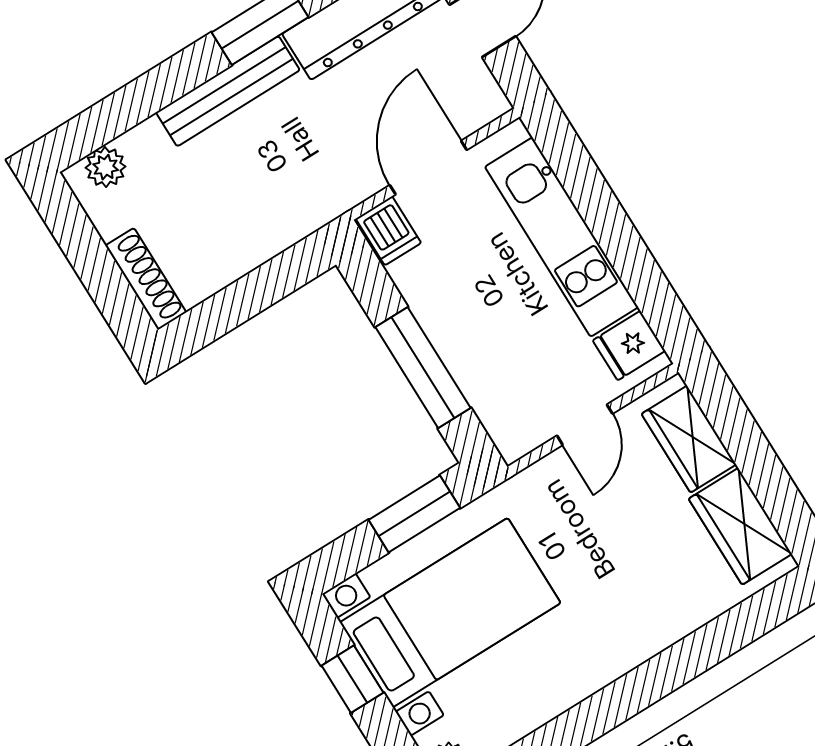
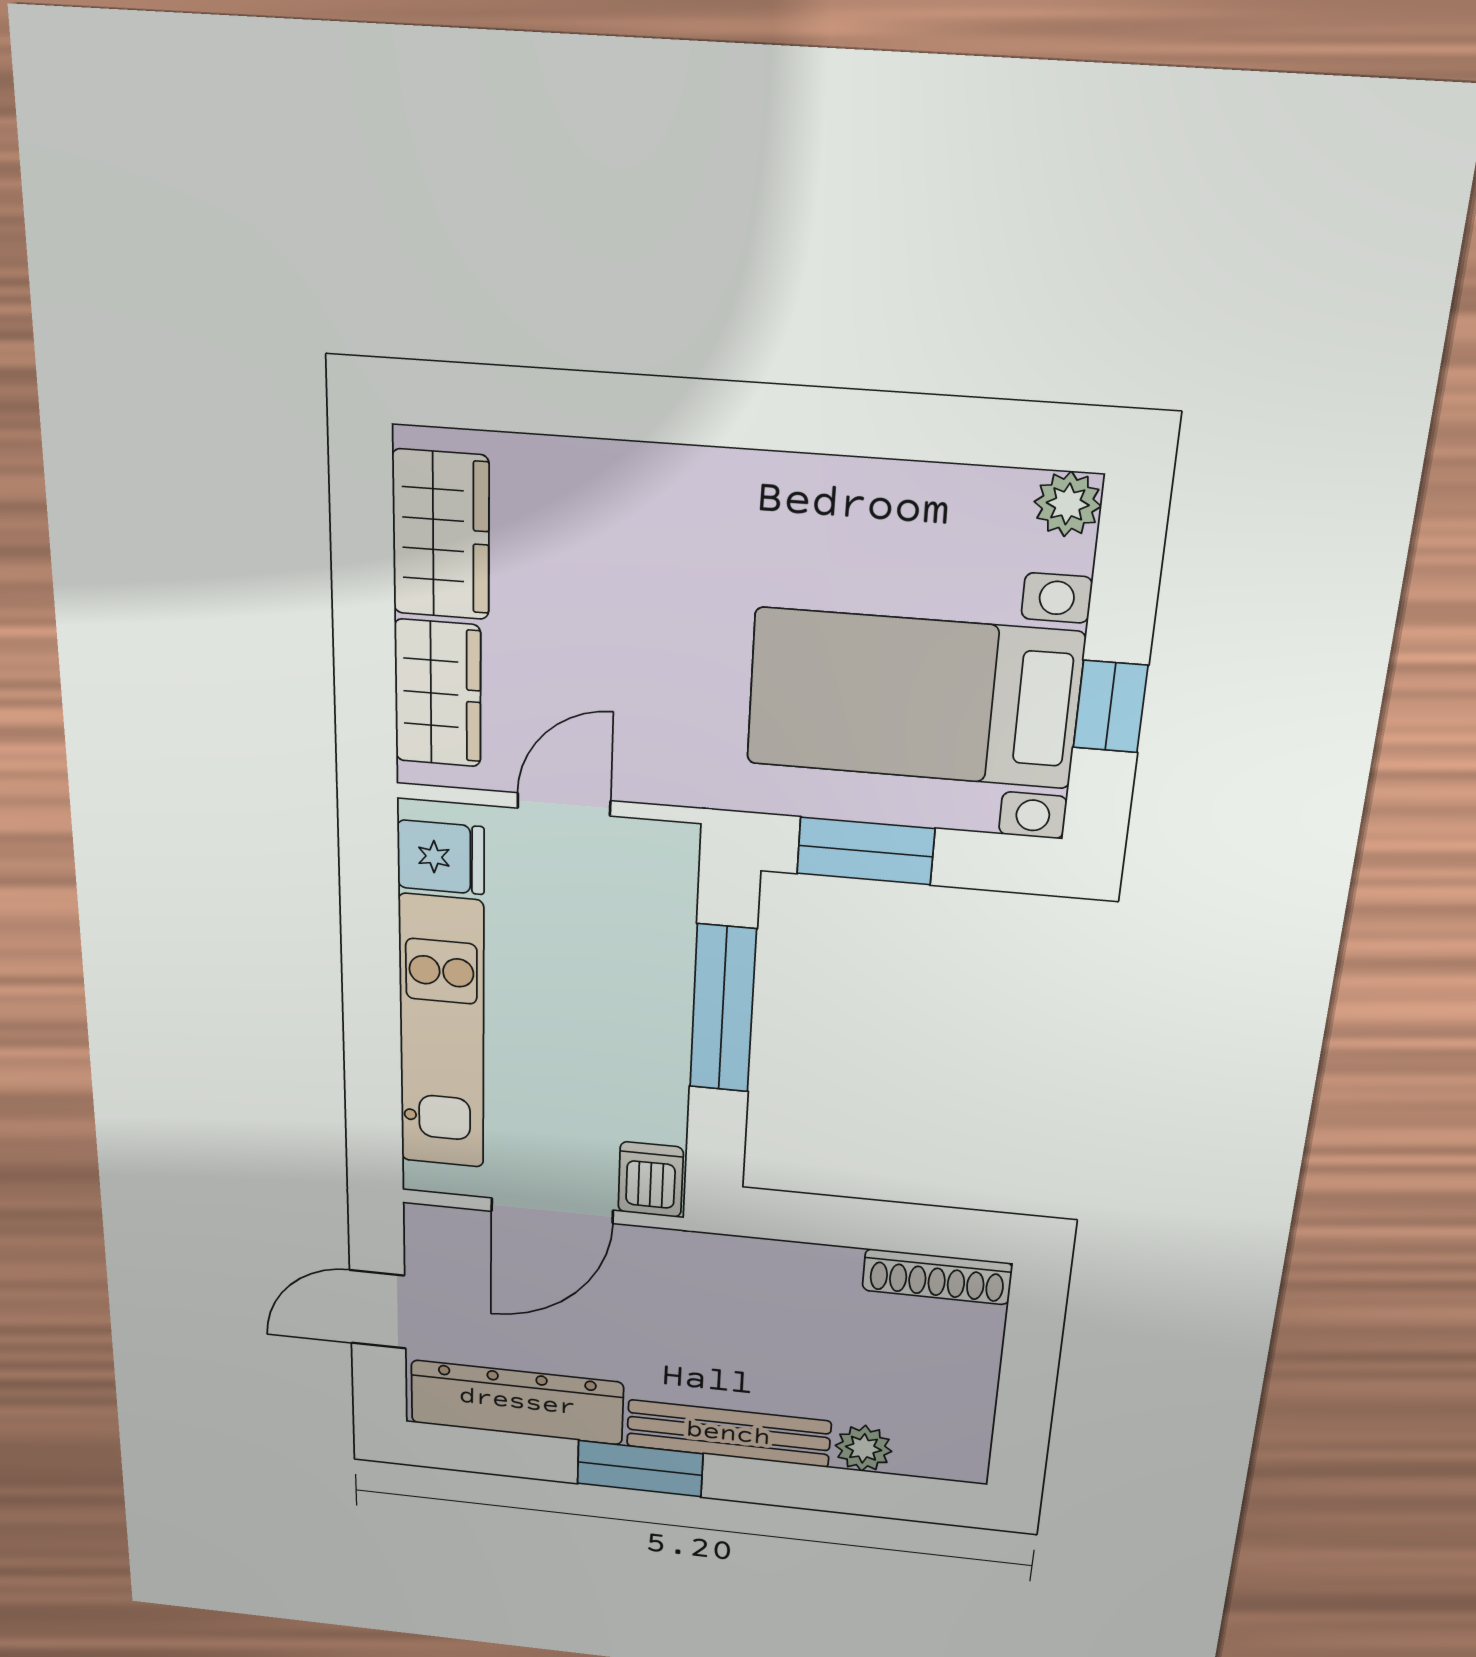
plant: (106, 167) -> (863, 1448), moved
shoe rack: (146, 279) -> (937, 1277), moved, turned -90

